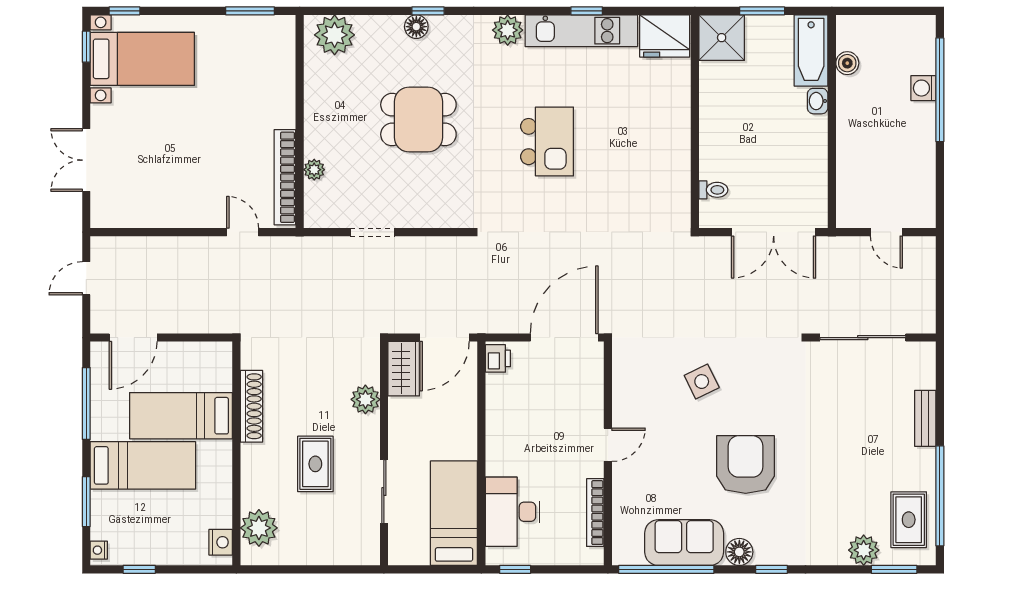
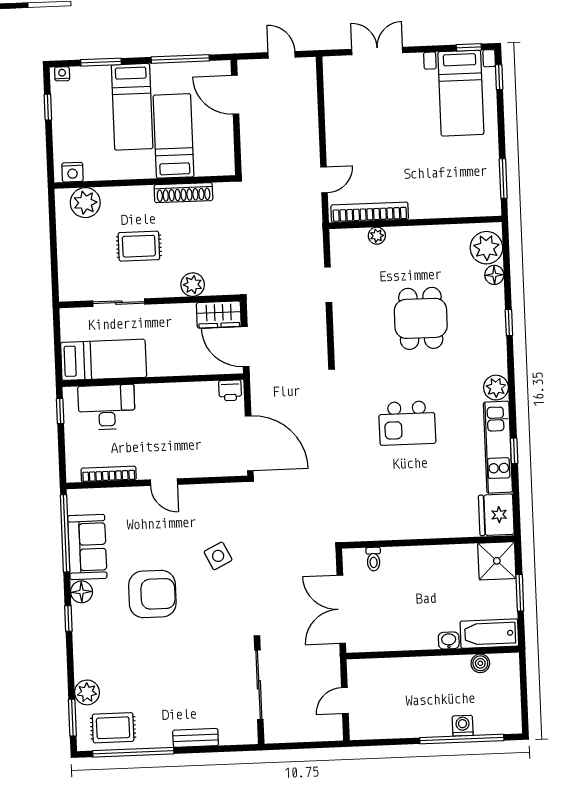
floor lamp: (416, 27) -> (494, 275), moved

